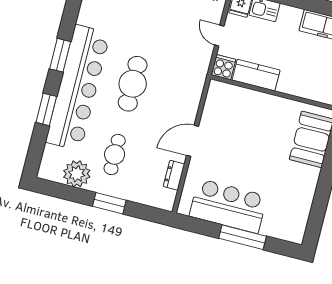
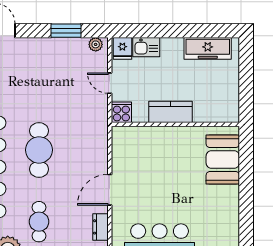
kitchen counter: (256, 75) -> (170, 112), moved

